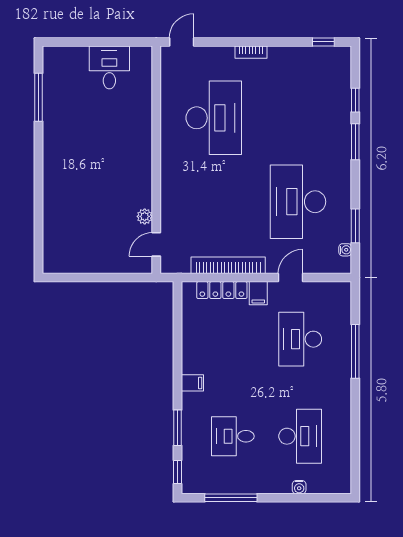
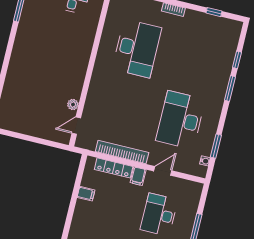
window: (323, 42) -> (214, 12), moved
filing cabinet: (192, 383) -> (86, 194), moved

